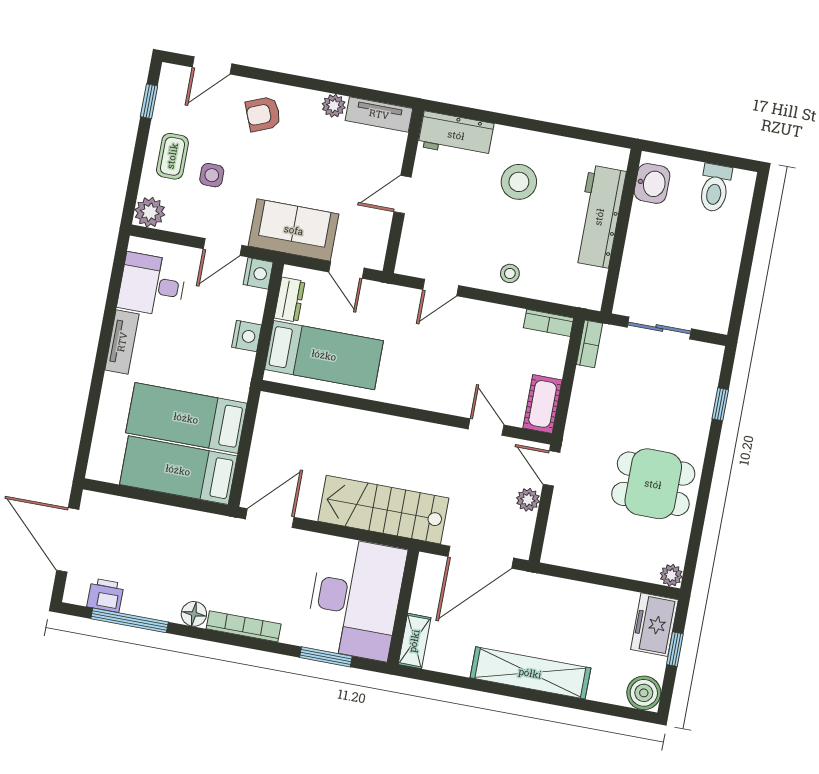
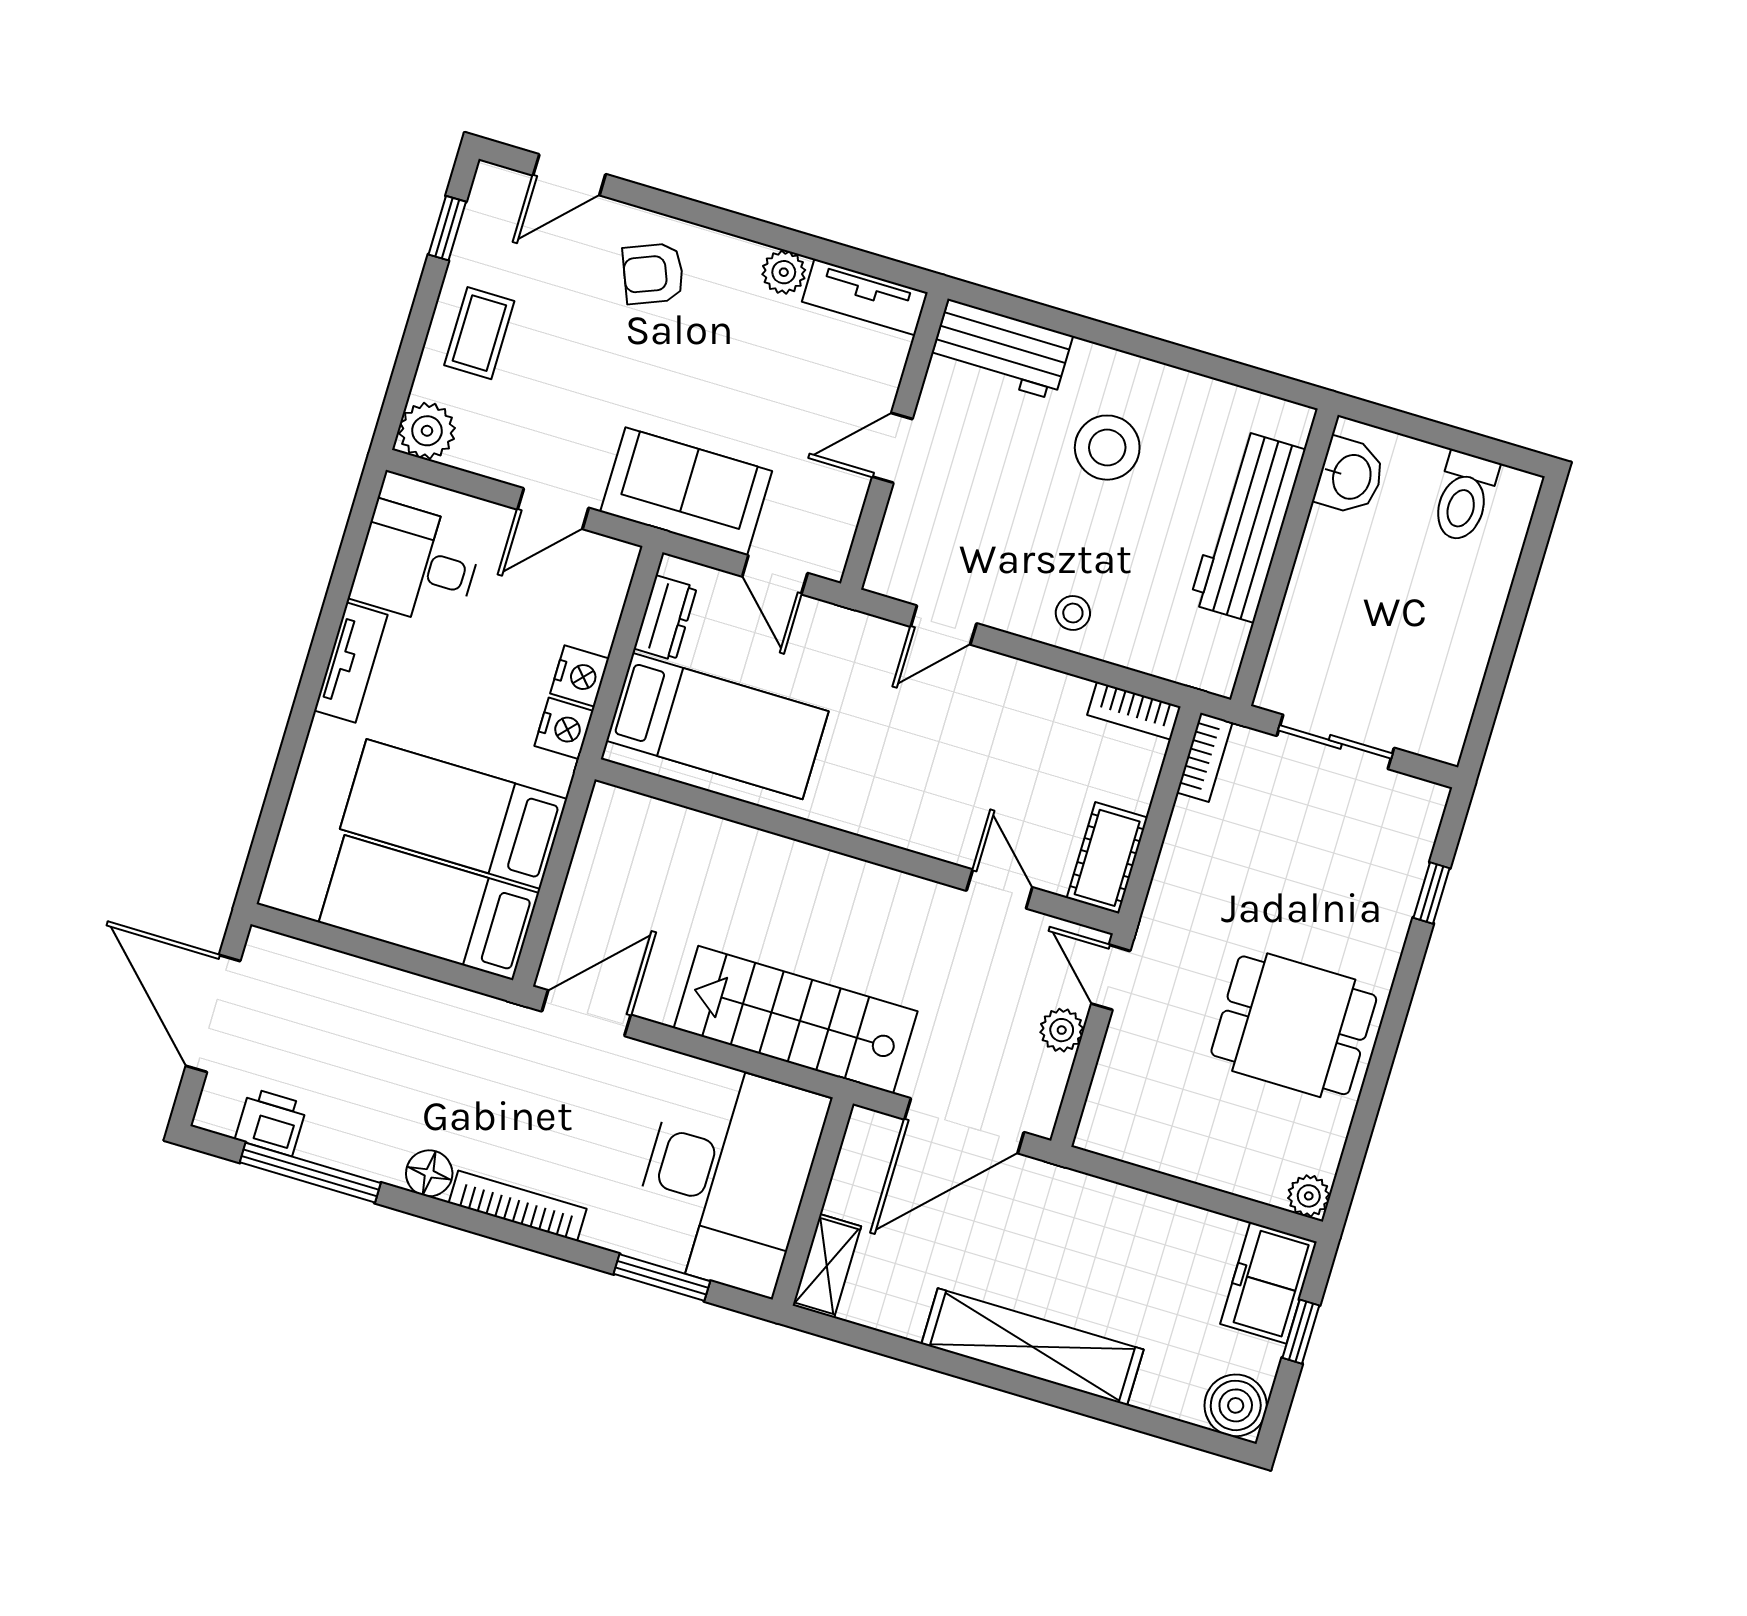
side table: (212, 175) -> (547, 375), removed
nightstand: (258, 273) -> (564, 728), moved

